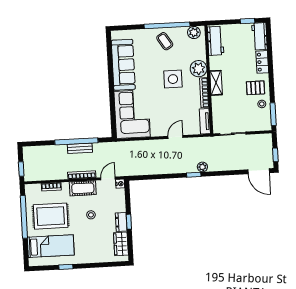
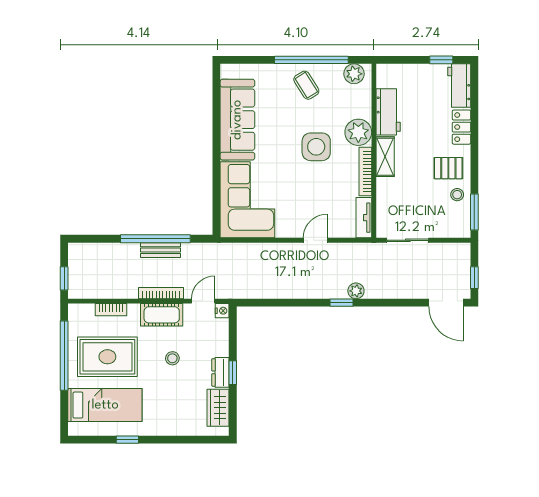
workbench: (216, 41) -> (388, 112), moved

